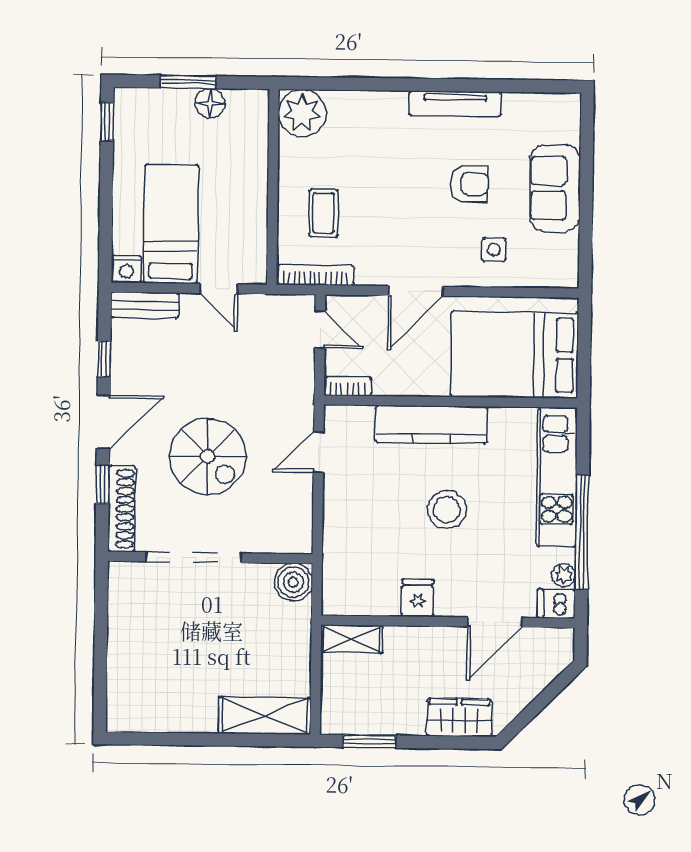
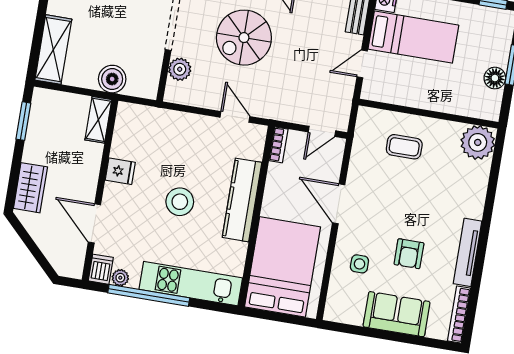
bookcase: (315, 275) -> (459, 315), moved, turned 180
plant: (265, 538) -> (180, 69), added
boiler: (293, 582) -> (112, 79), moved

